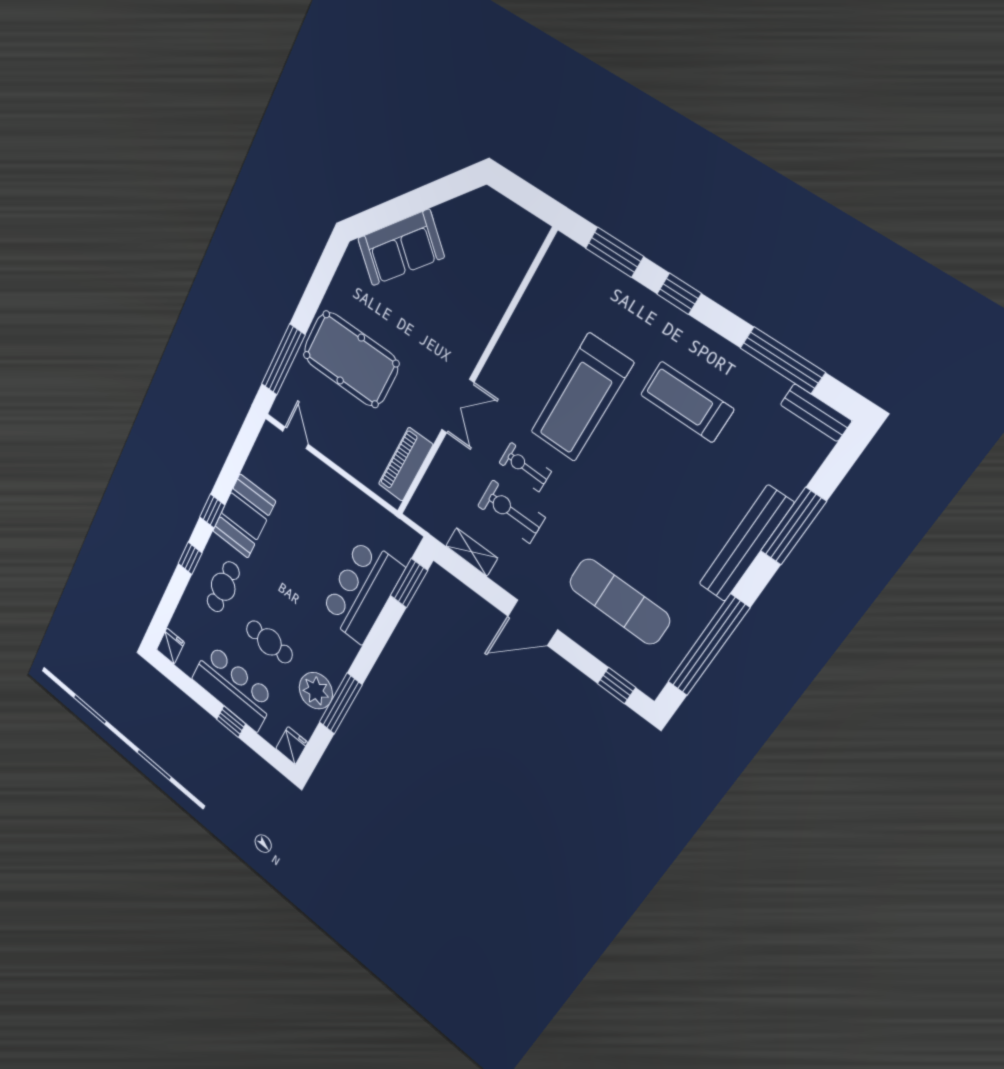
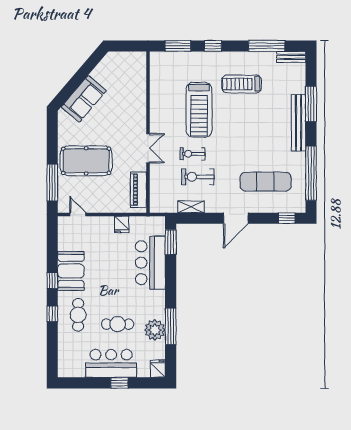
fridge: (171, 646) -> (122, 224), moved, turned 180

